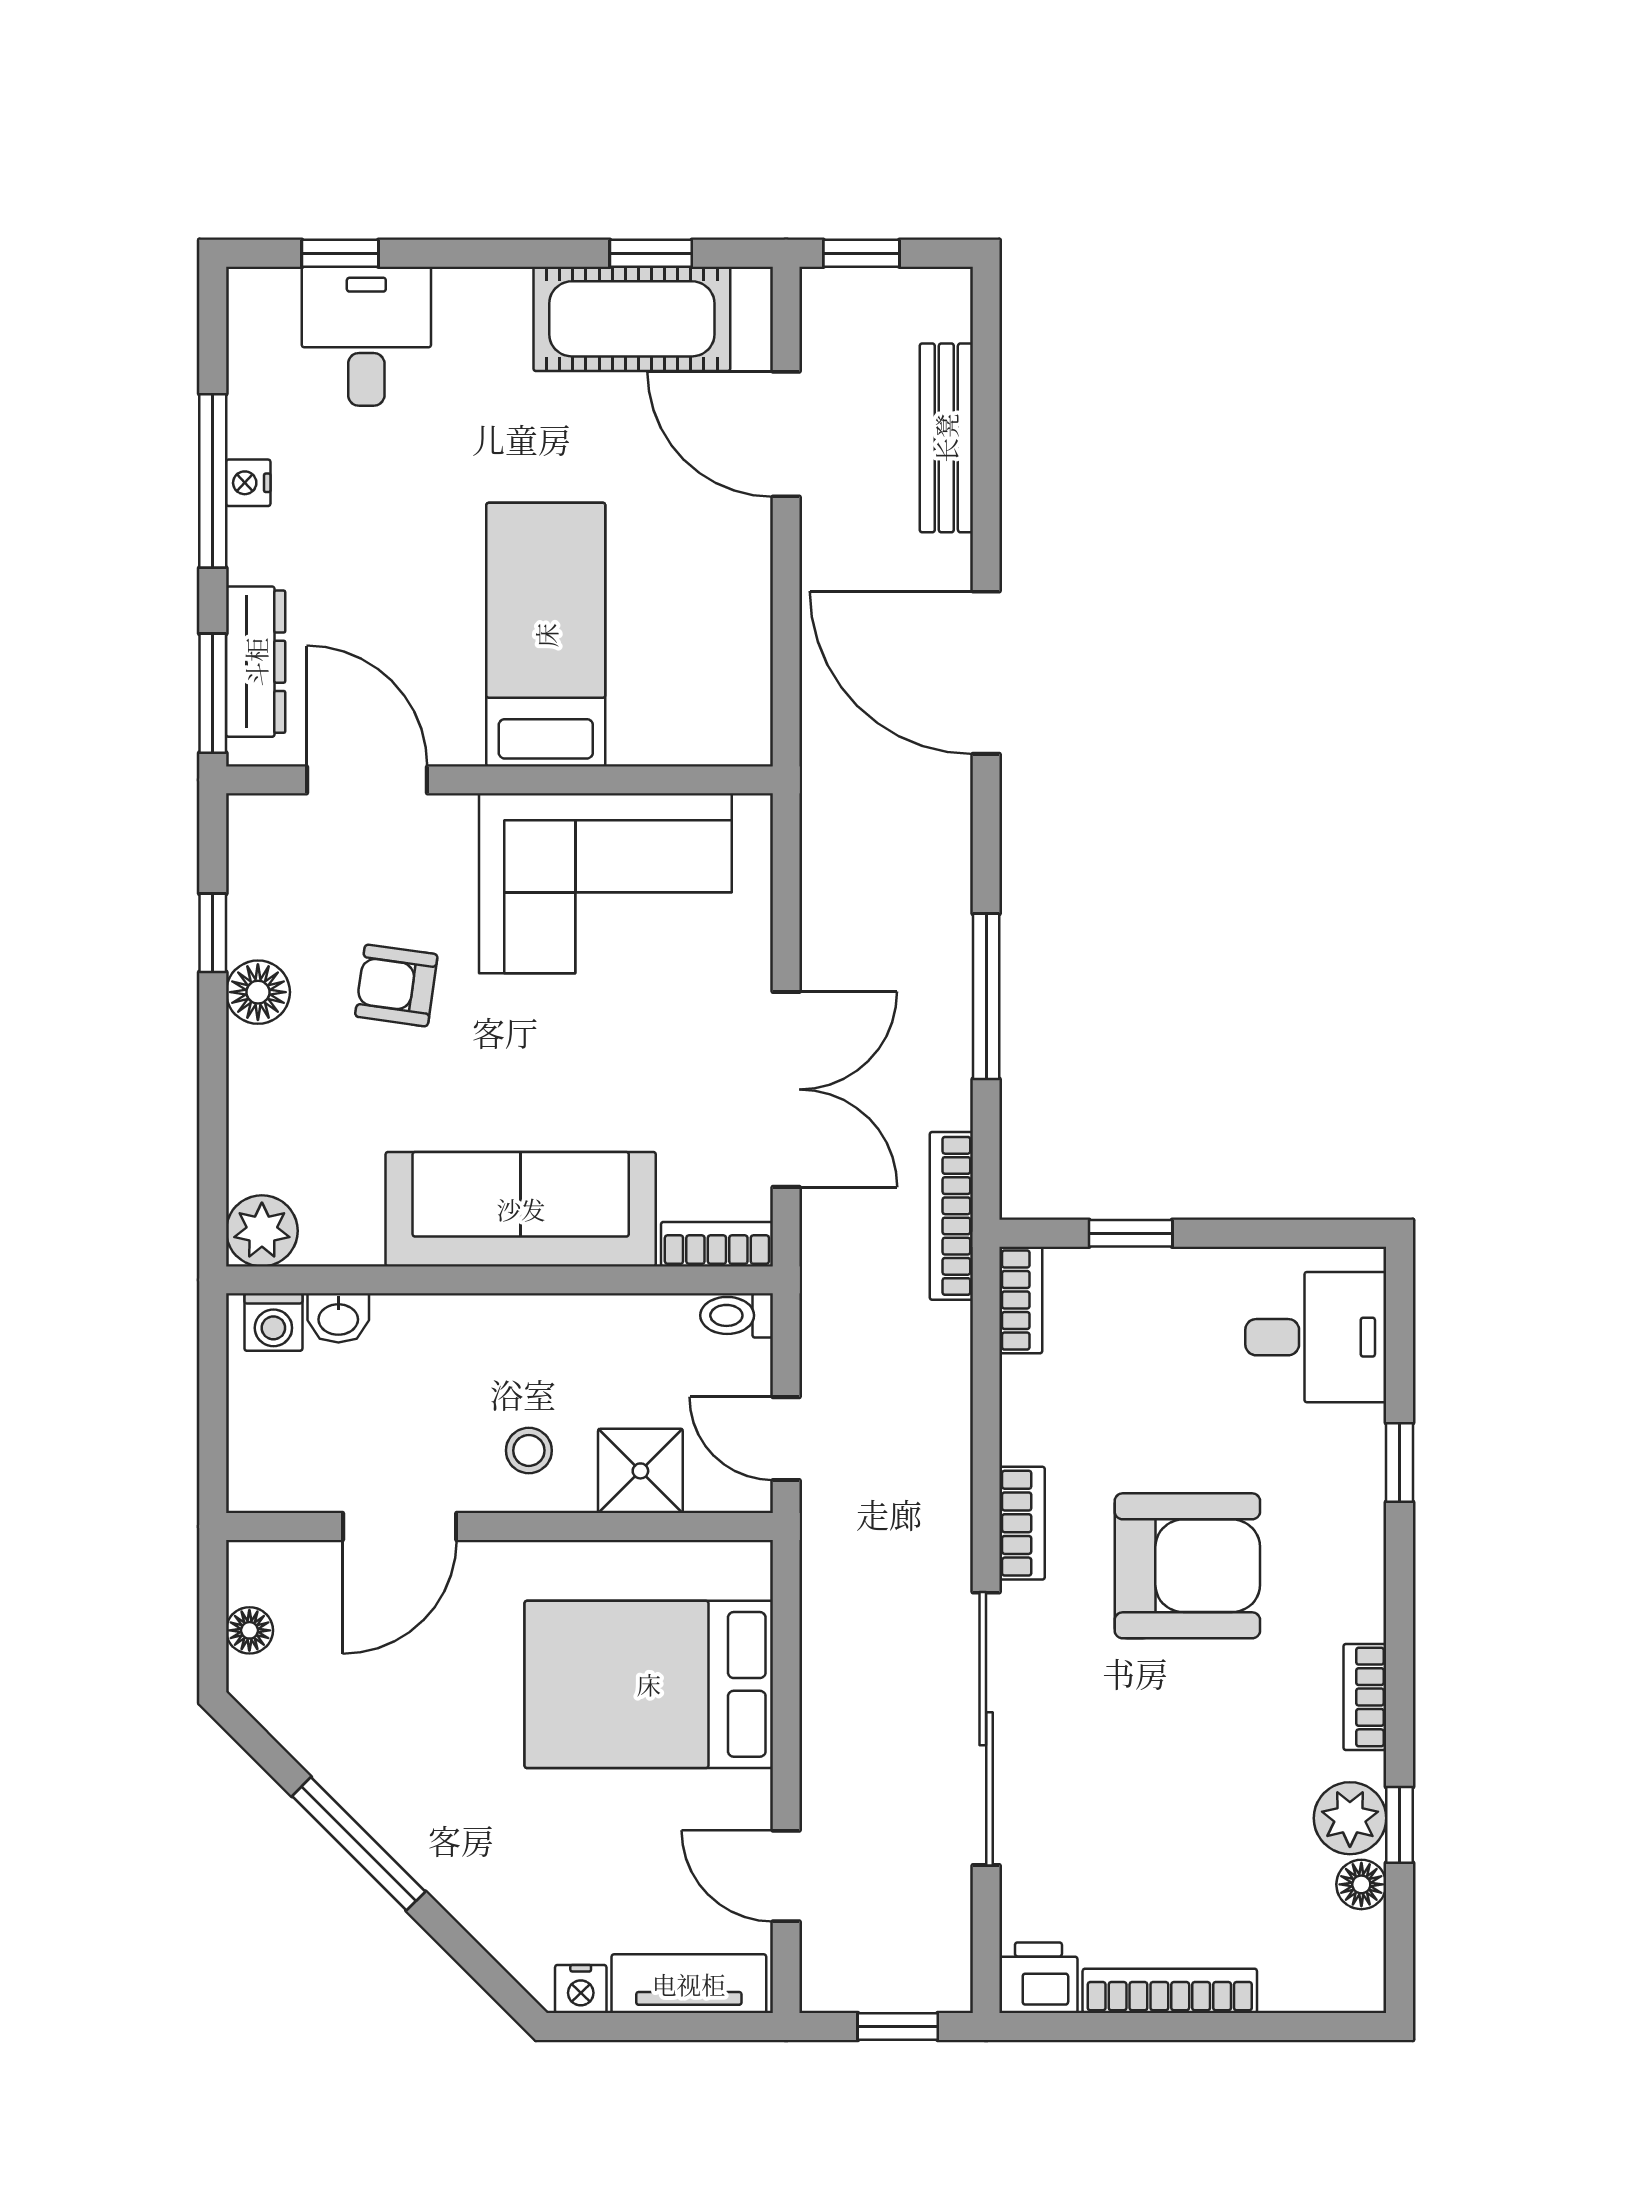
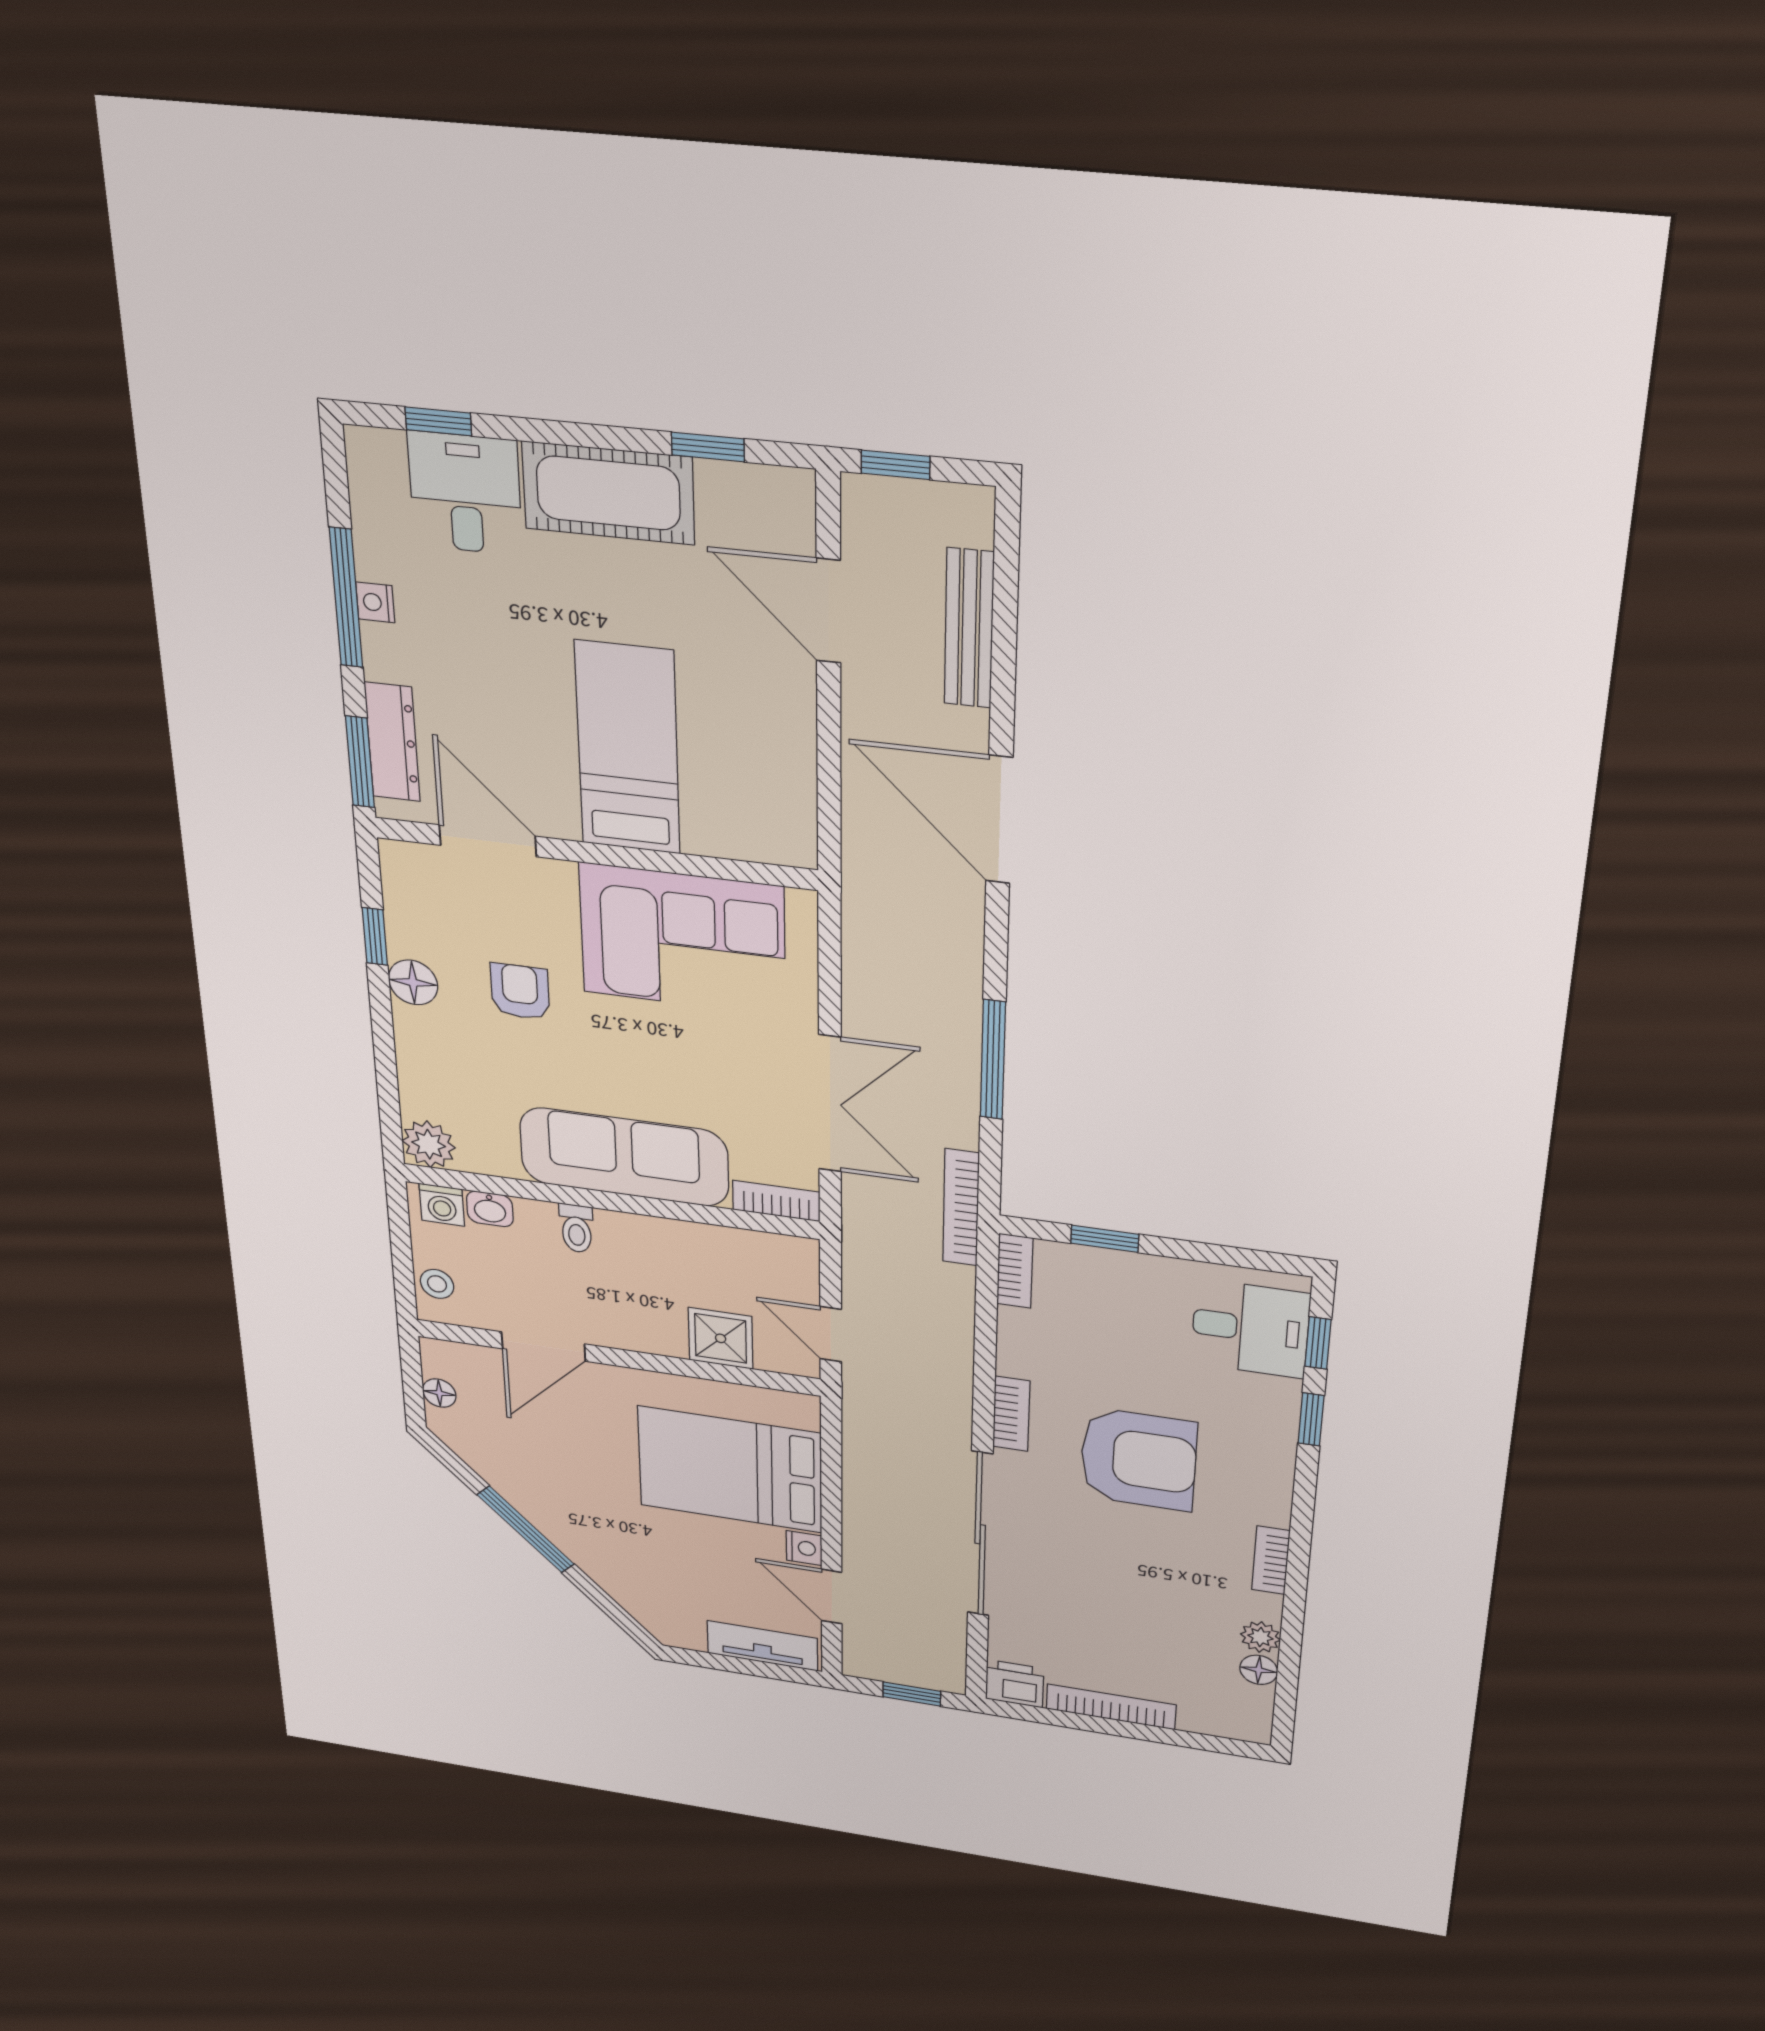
cot: (632, 319) -> (608, 493), moved
armchair: (396, 985) -> (520, 991), turned 82
toilet: (737, 1315) -> (576, 1228), moved, turned -90
stool: (529, 1450) -> (437, 1284), moved
plant: (1350, 1818) -> (1260, 1637), width x0.73, depth x0.73
window: (1399, 1825) -> (1318, 1343), moved
nightstand: (581, 1989) -> (804, 1548), moved, turned -90

